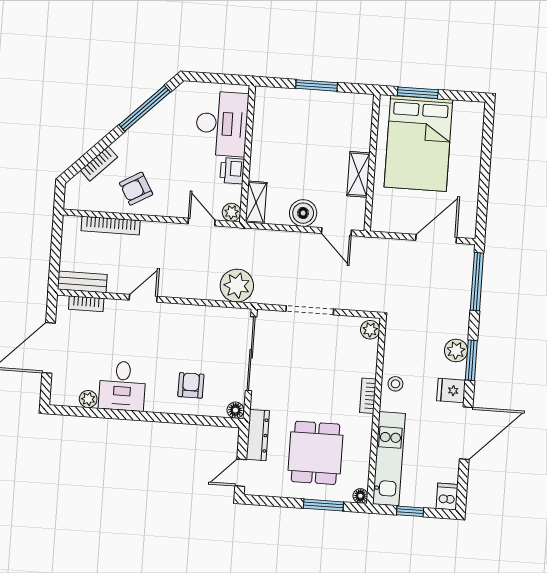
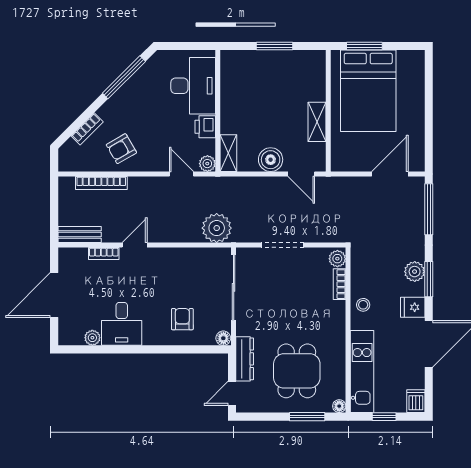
bookcase: (86, 304) -> (104, 254), moved
bookcase: (368, 396) -> (340, 284), moved

